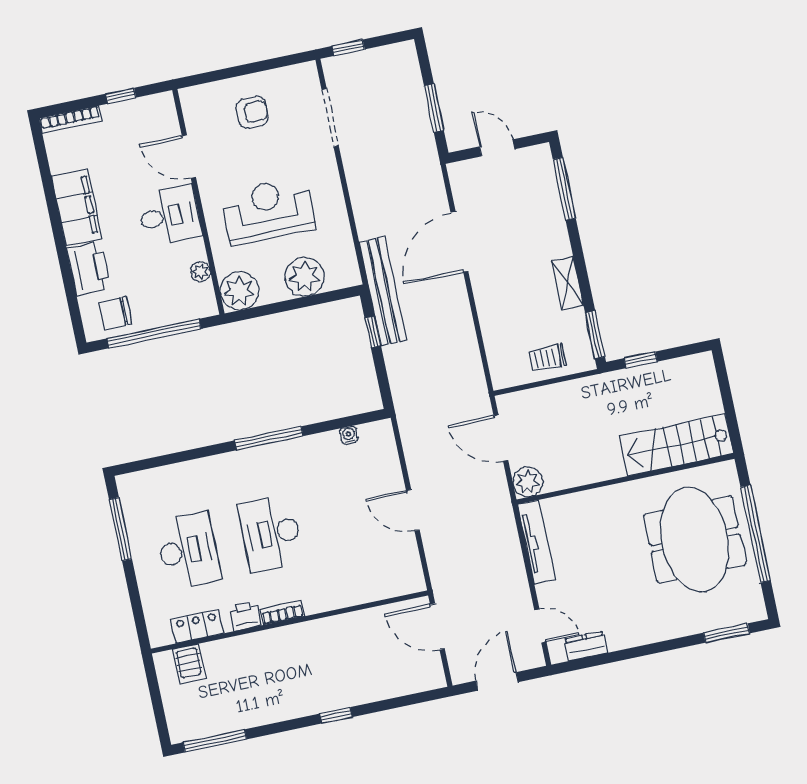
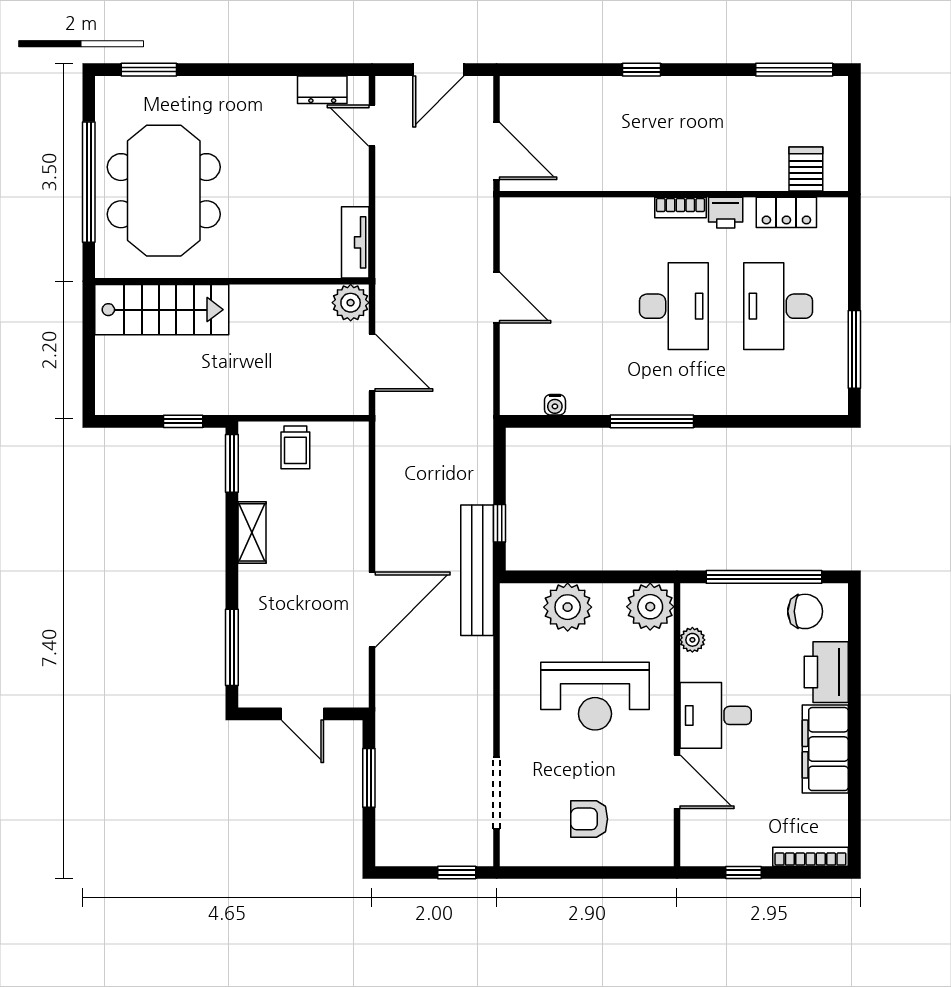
trolley: (547, 358) -> (295, 447), turned 90
tv unit: (537, 542) -> (355, 242), width x0.71

